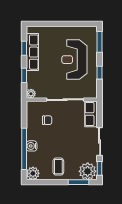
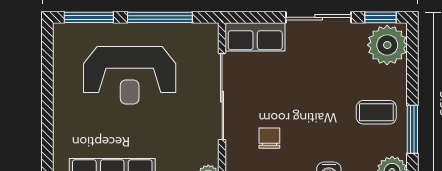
window: (100, 73) -> (160, 17), width x2.17
window: (78, 182) -> (412, 129), moved

